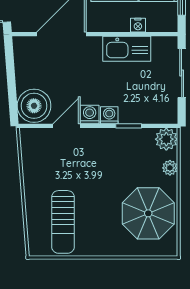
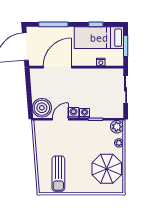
kitchen sink: (127, 49) -> (95, 75), removed

